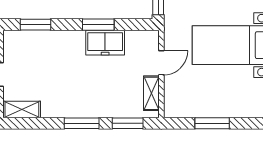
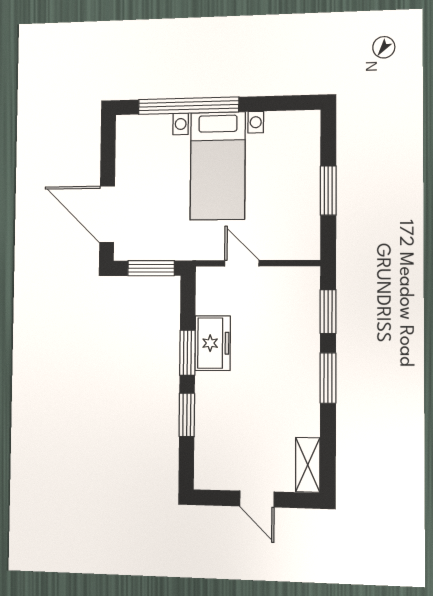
window: (35, 25) -> (187, 415), moved
shelving: (151, 93) -> (285, 277), removed

